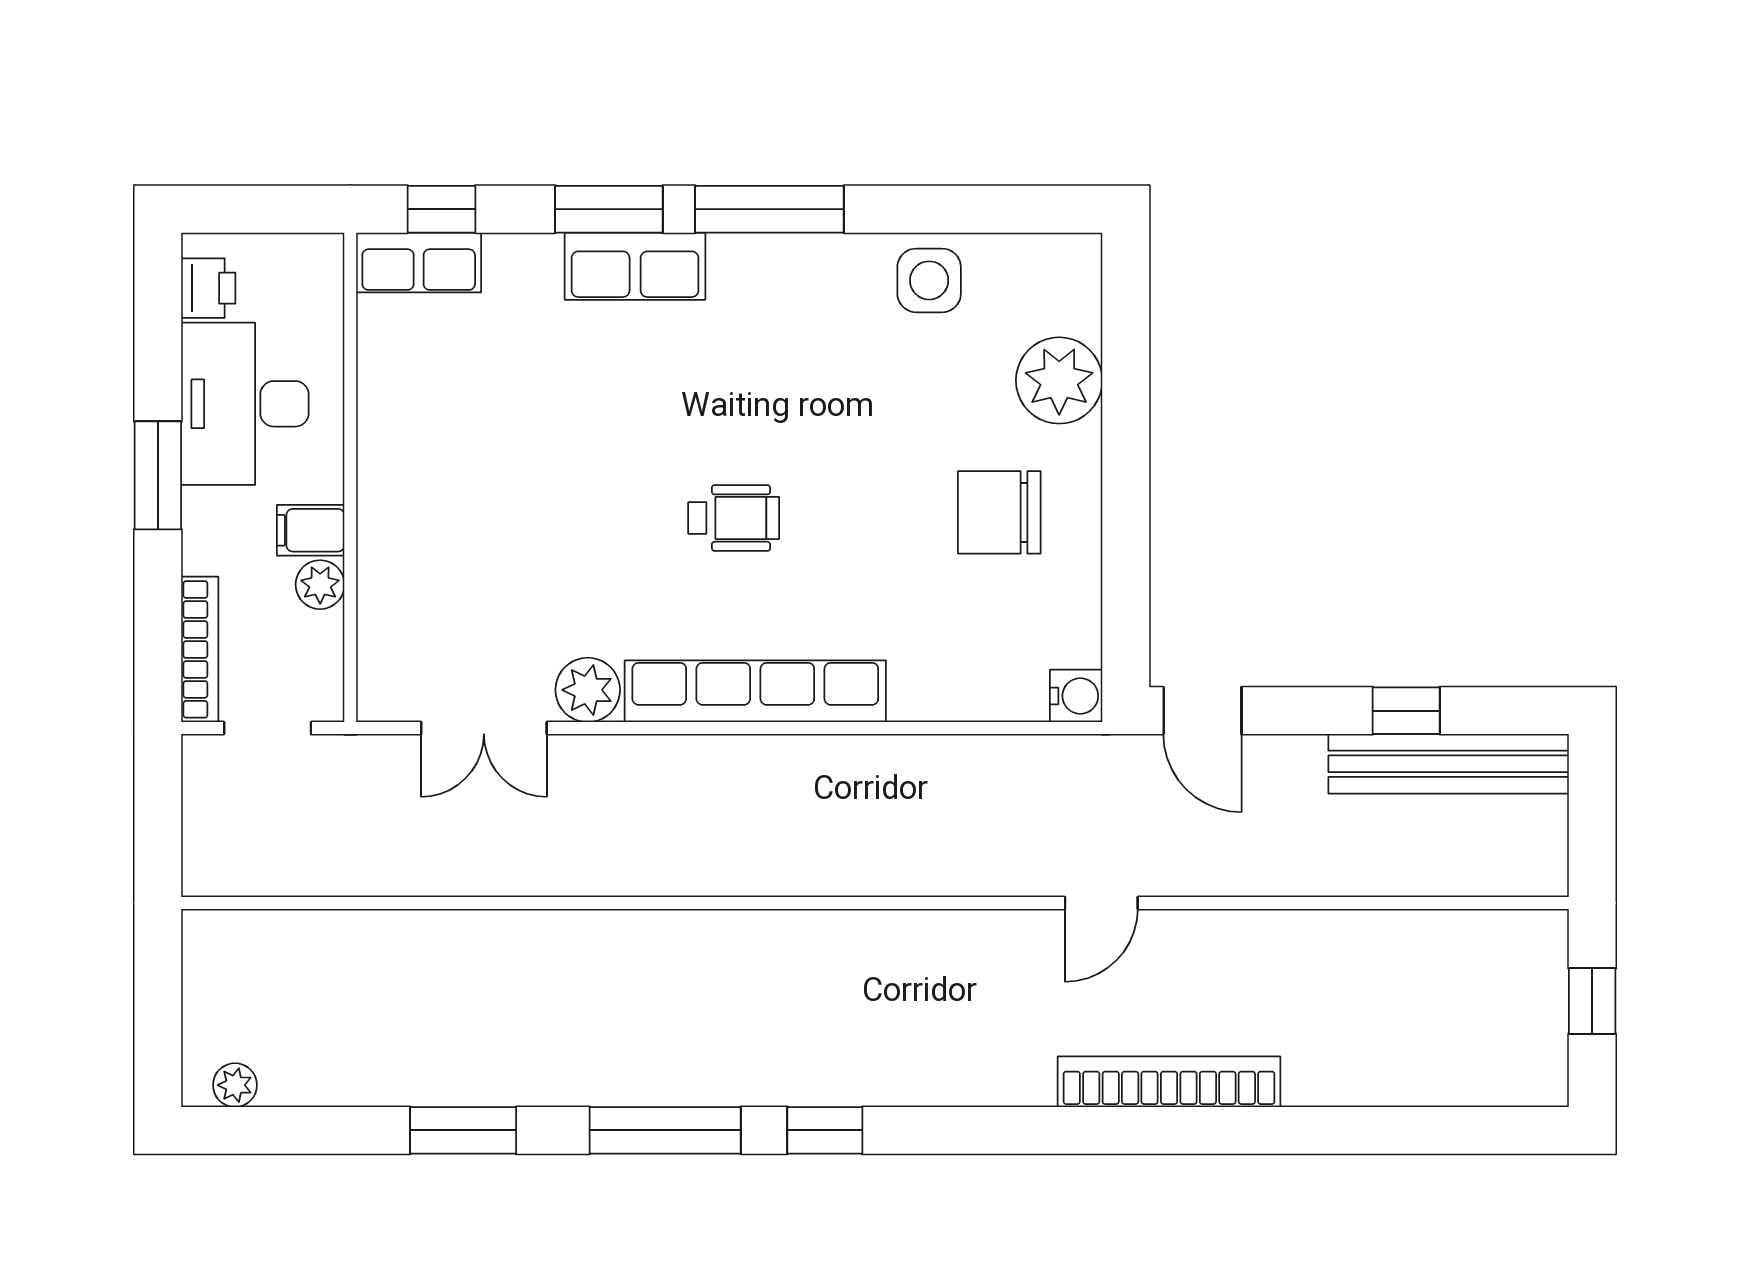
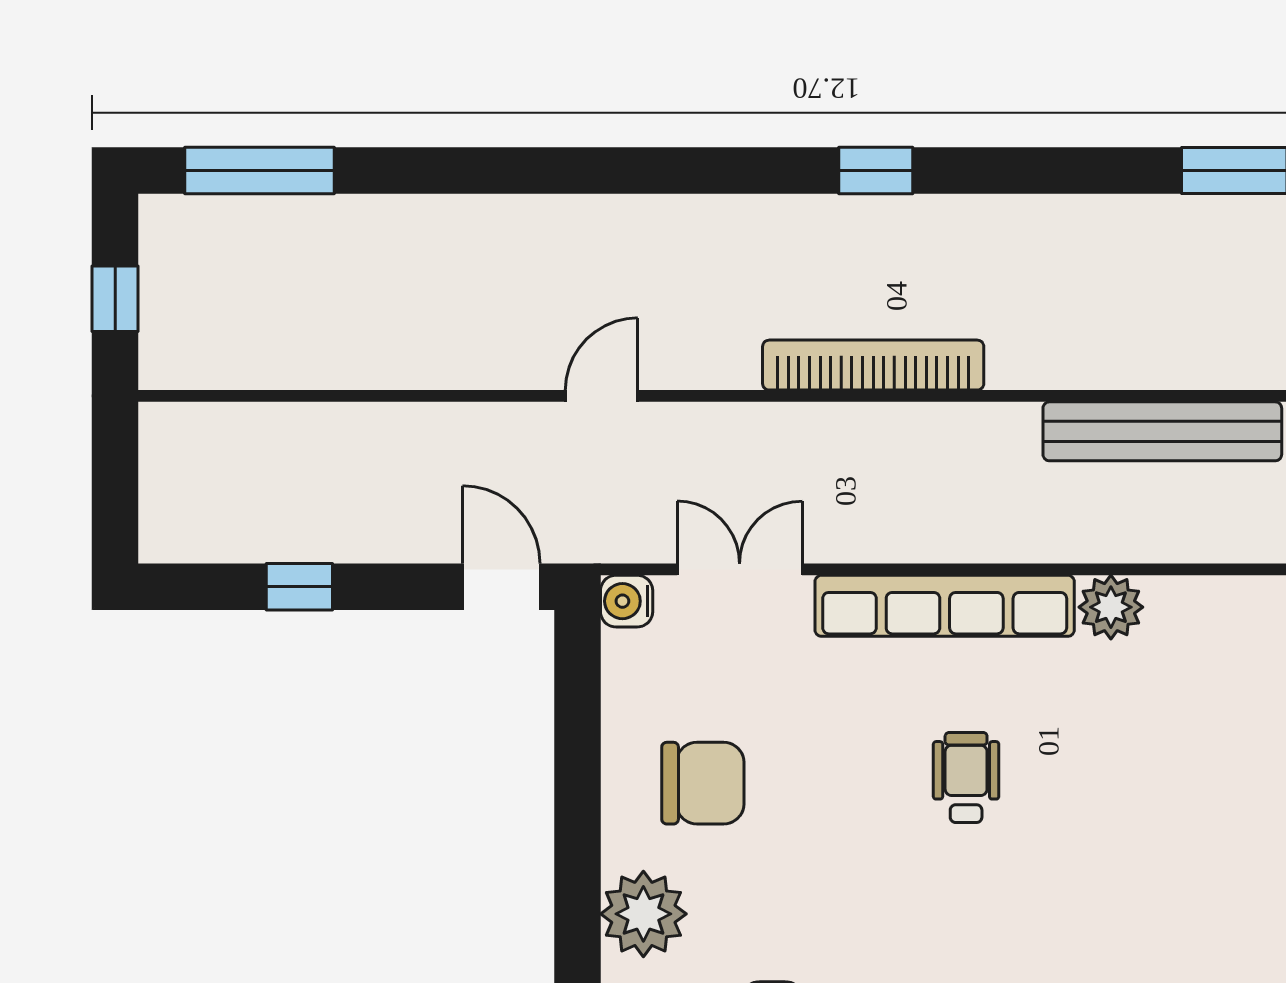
wheelchair: (734, 518) -> (966, 778), turned 90
double door: (484, 728) -> (740, 569), moved
bench: (1449, 764) -> (1162, 431), moved
bookcase: (1169, 1082) -> (873, 365), moved, turned 180
window: (665, 1130) -> (260, 170), moved

